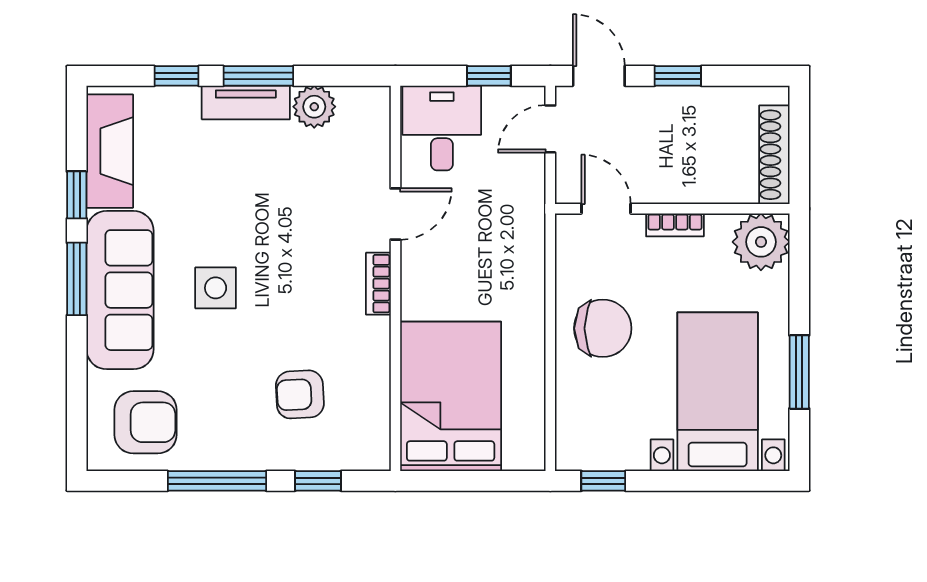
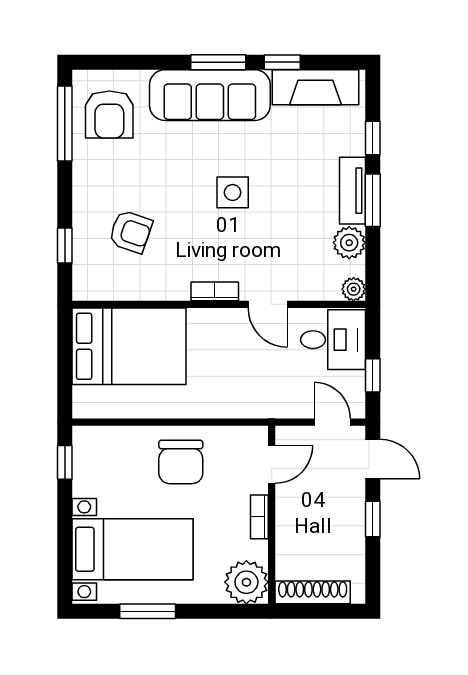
door: (599, 76) -> (373, 459), hinge flipped
plant: (375, 101) -> (354, 289), added
side table: (216, 288) -> (233, 192), moved
armchair: (300, 394) -> (130, 232), turned 112
window: (217, 481) -> (65, 123), moved

